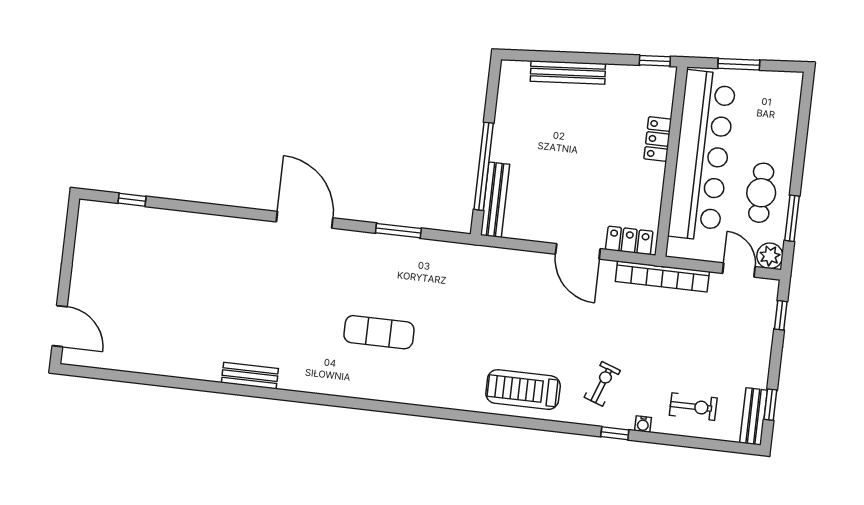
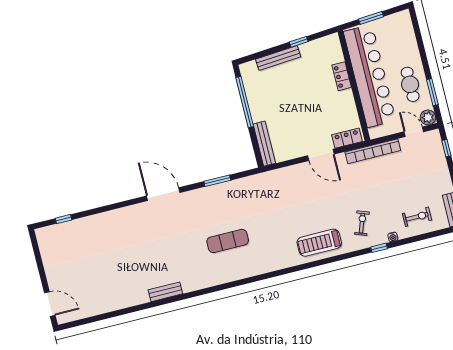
window: (655, 61) -> (299, 42), moved
window: (484, 166) -> (245, 102), moved

